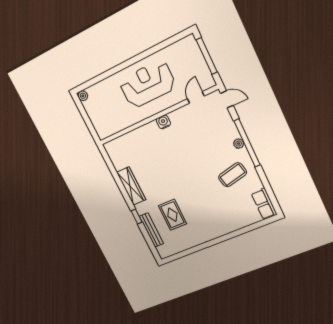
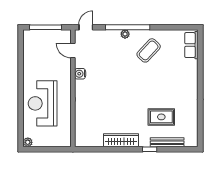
reception desk: (147, 84) -> (43, 103), moved
water cooler: (163, 122) -> (80, 74), moved
coffee table: (233, 175) -> (149, 50), turned 56
row of seats: (264, 204) -> (191, 45), moved, turned 90

